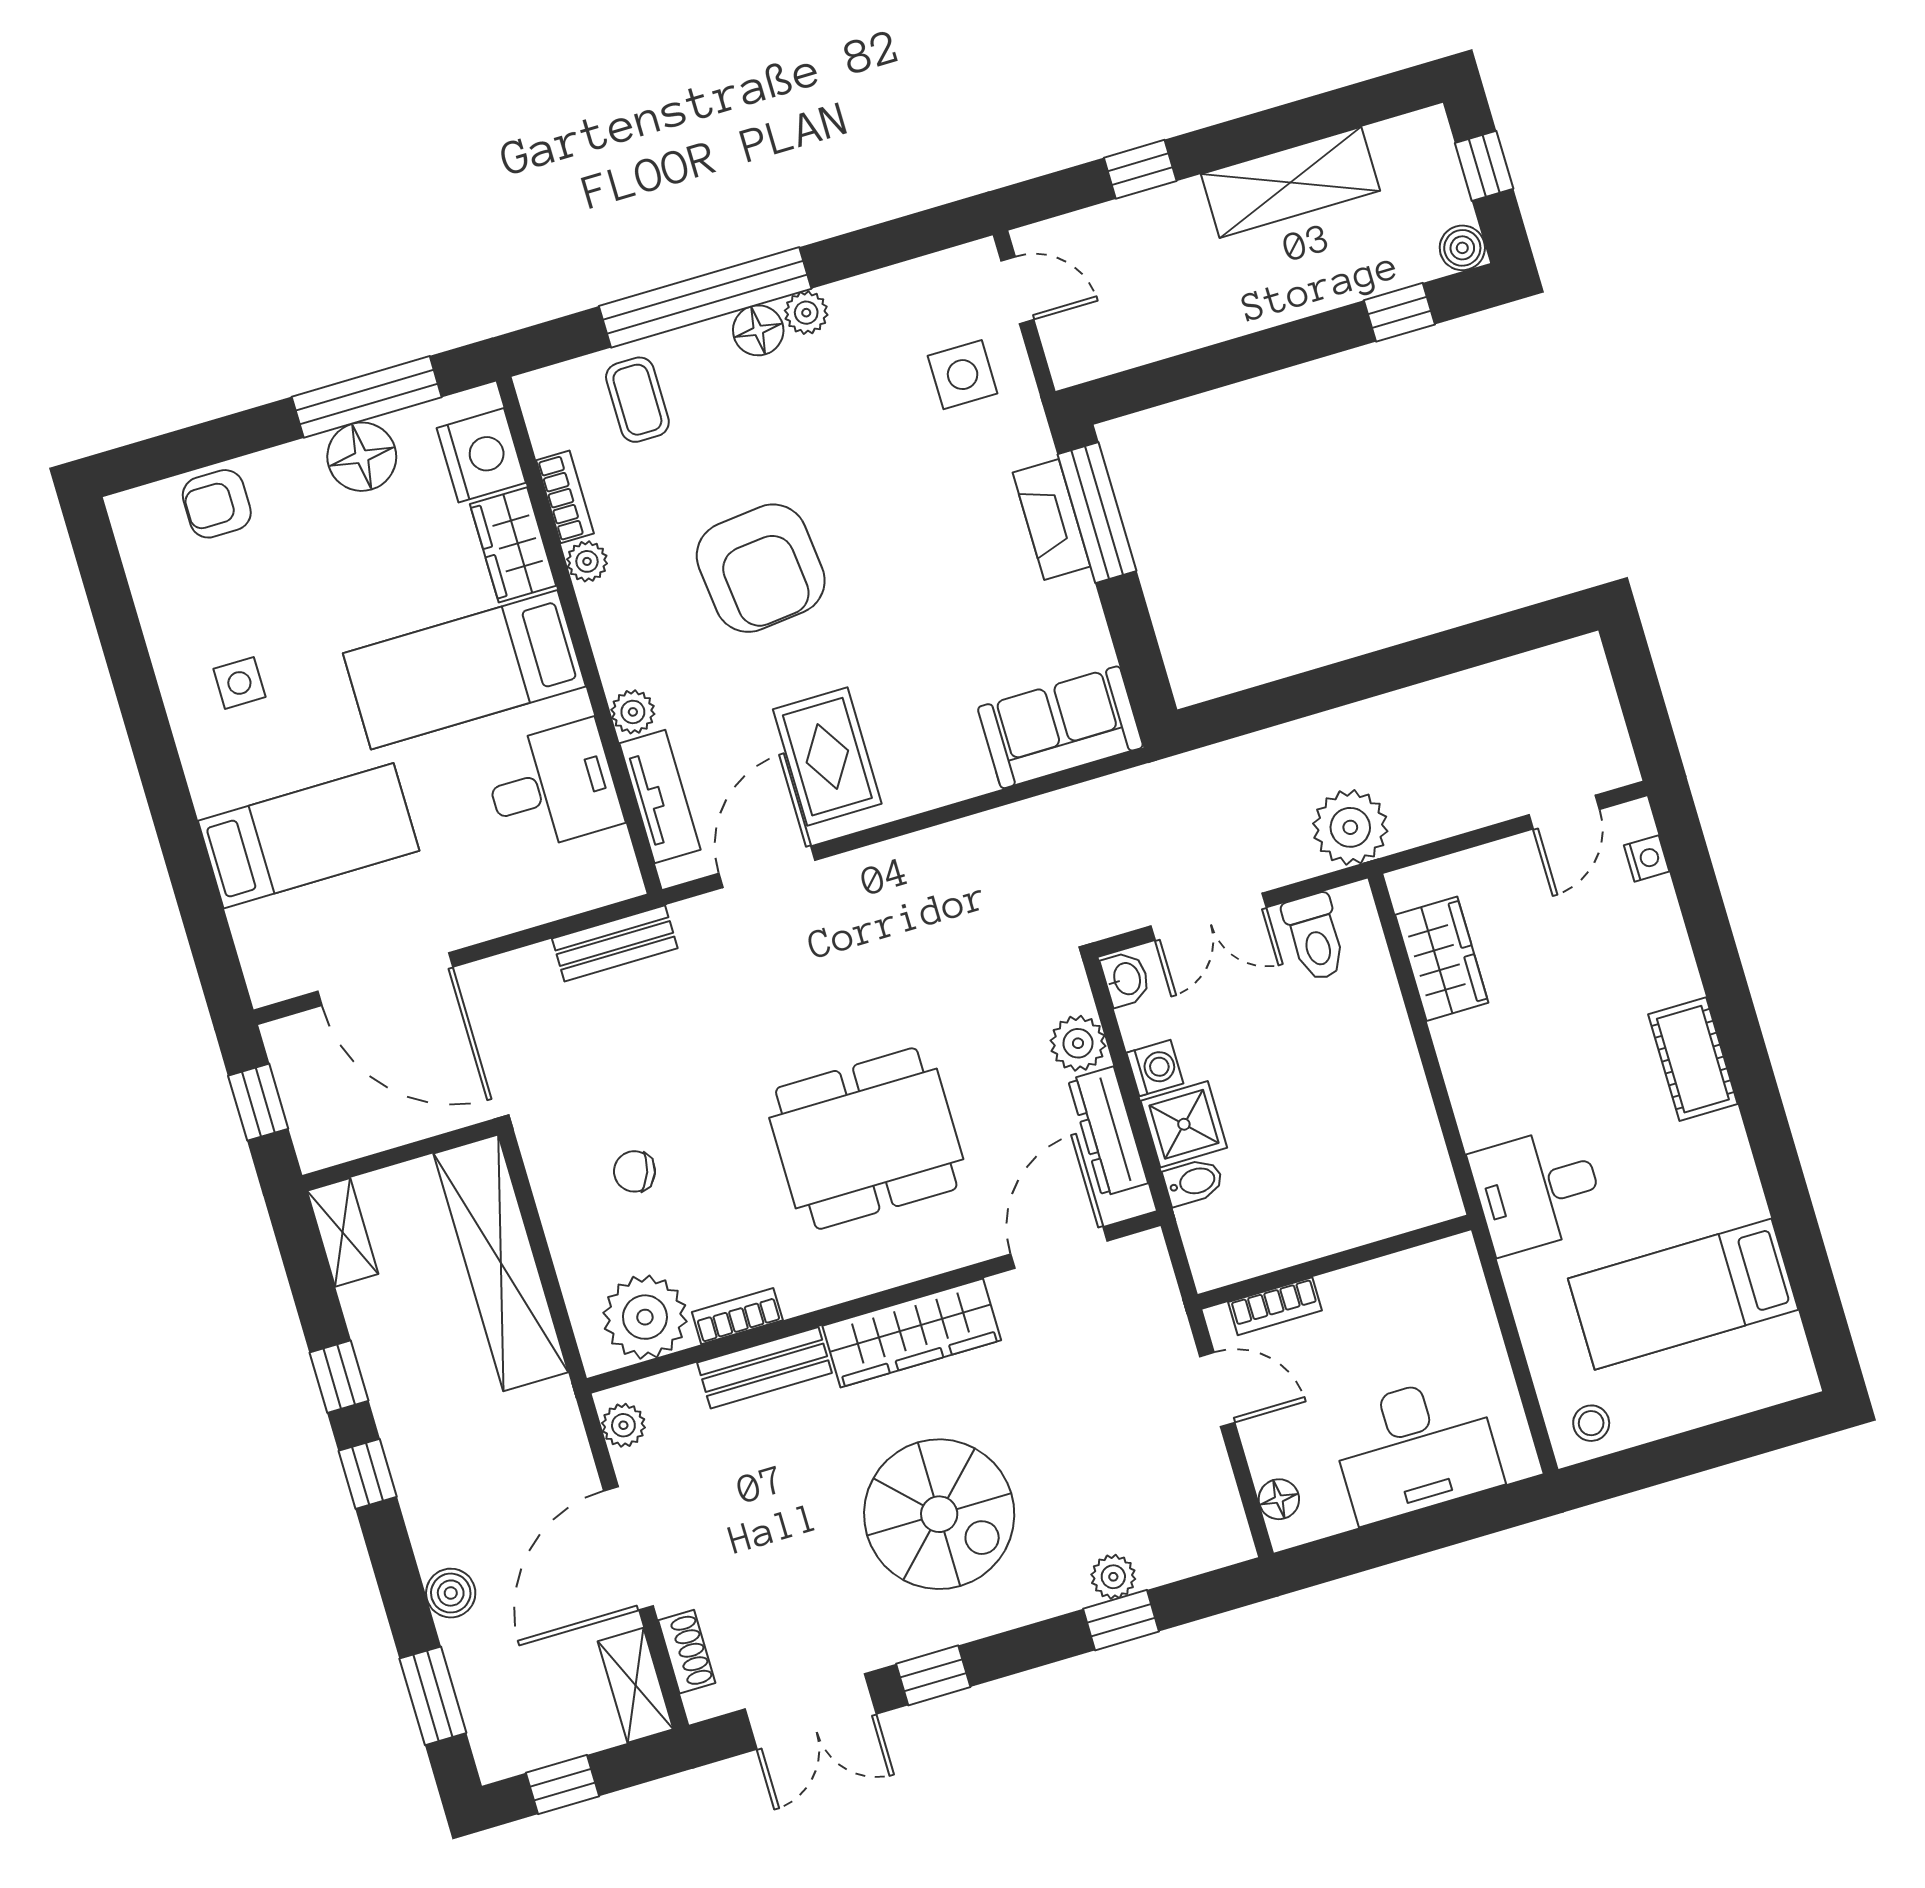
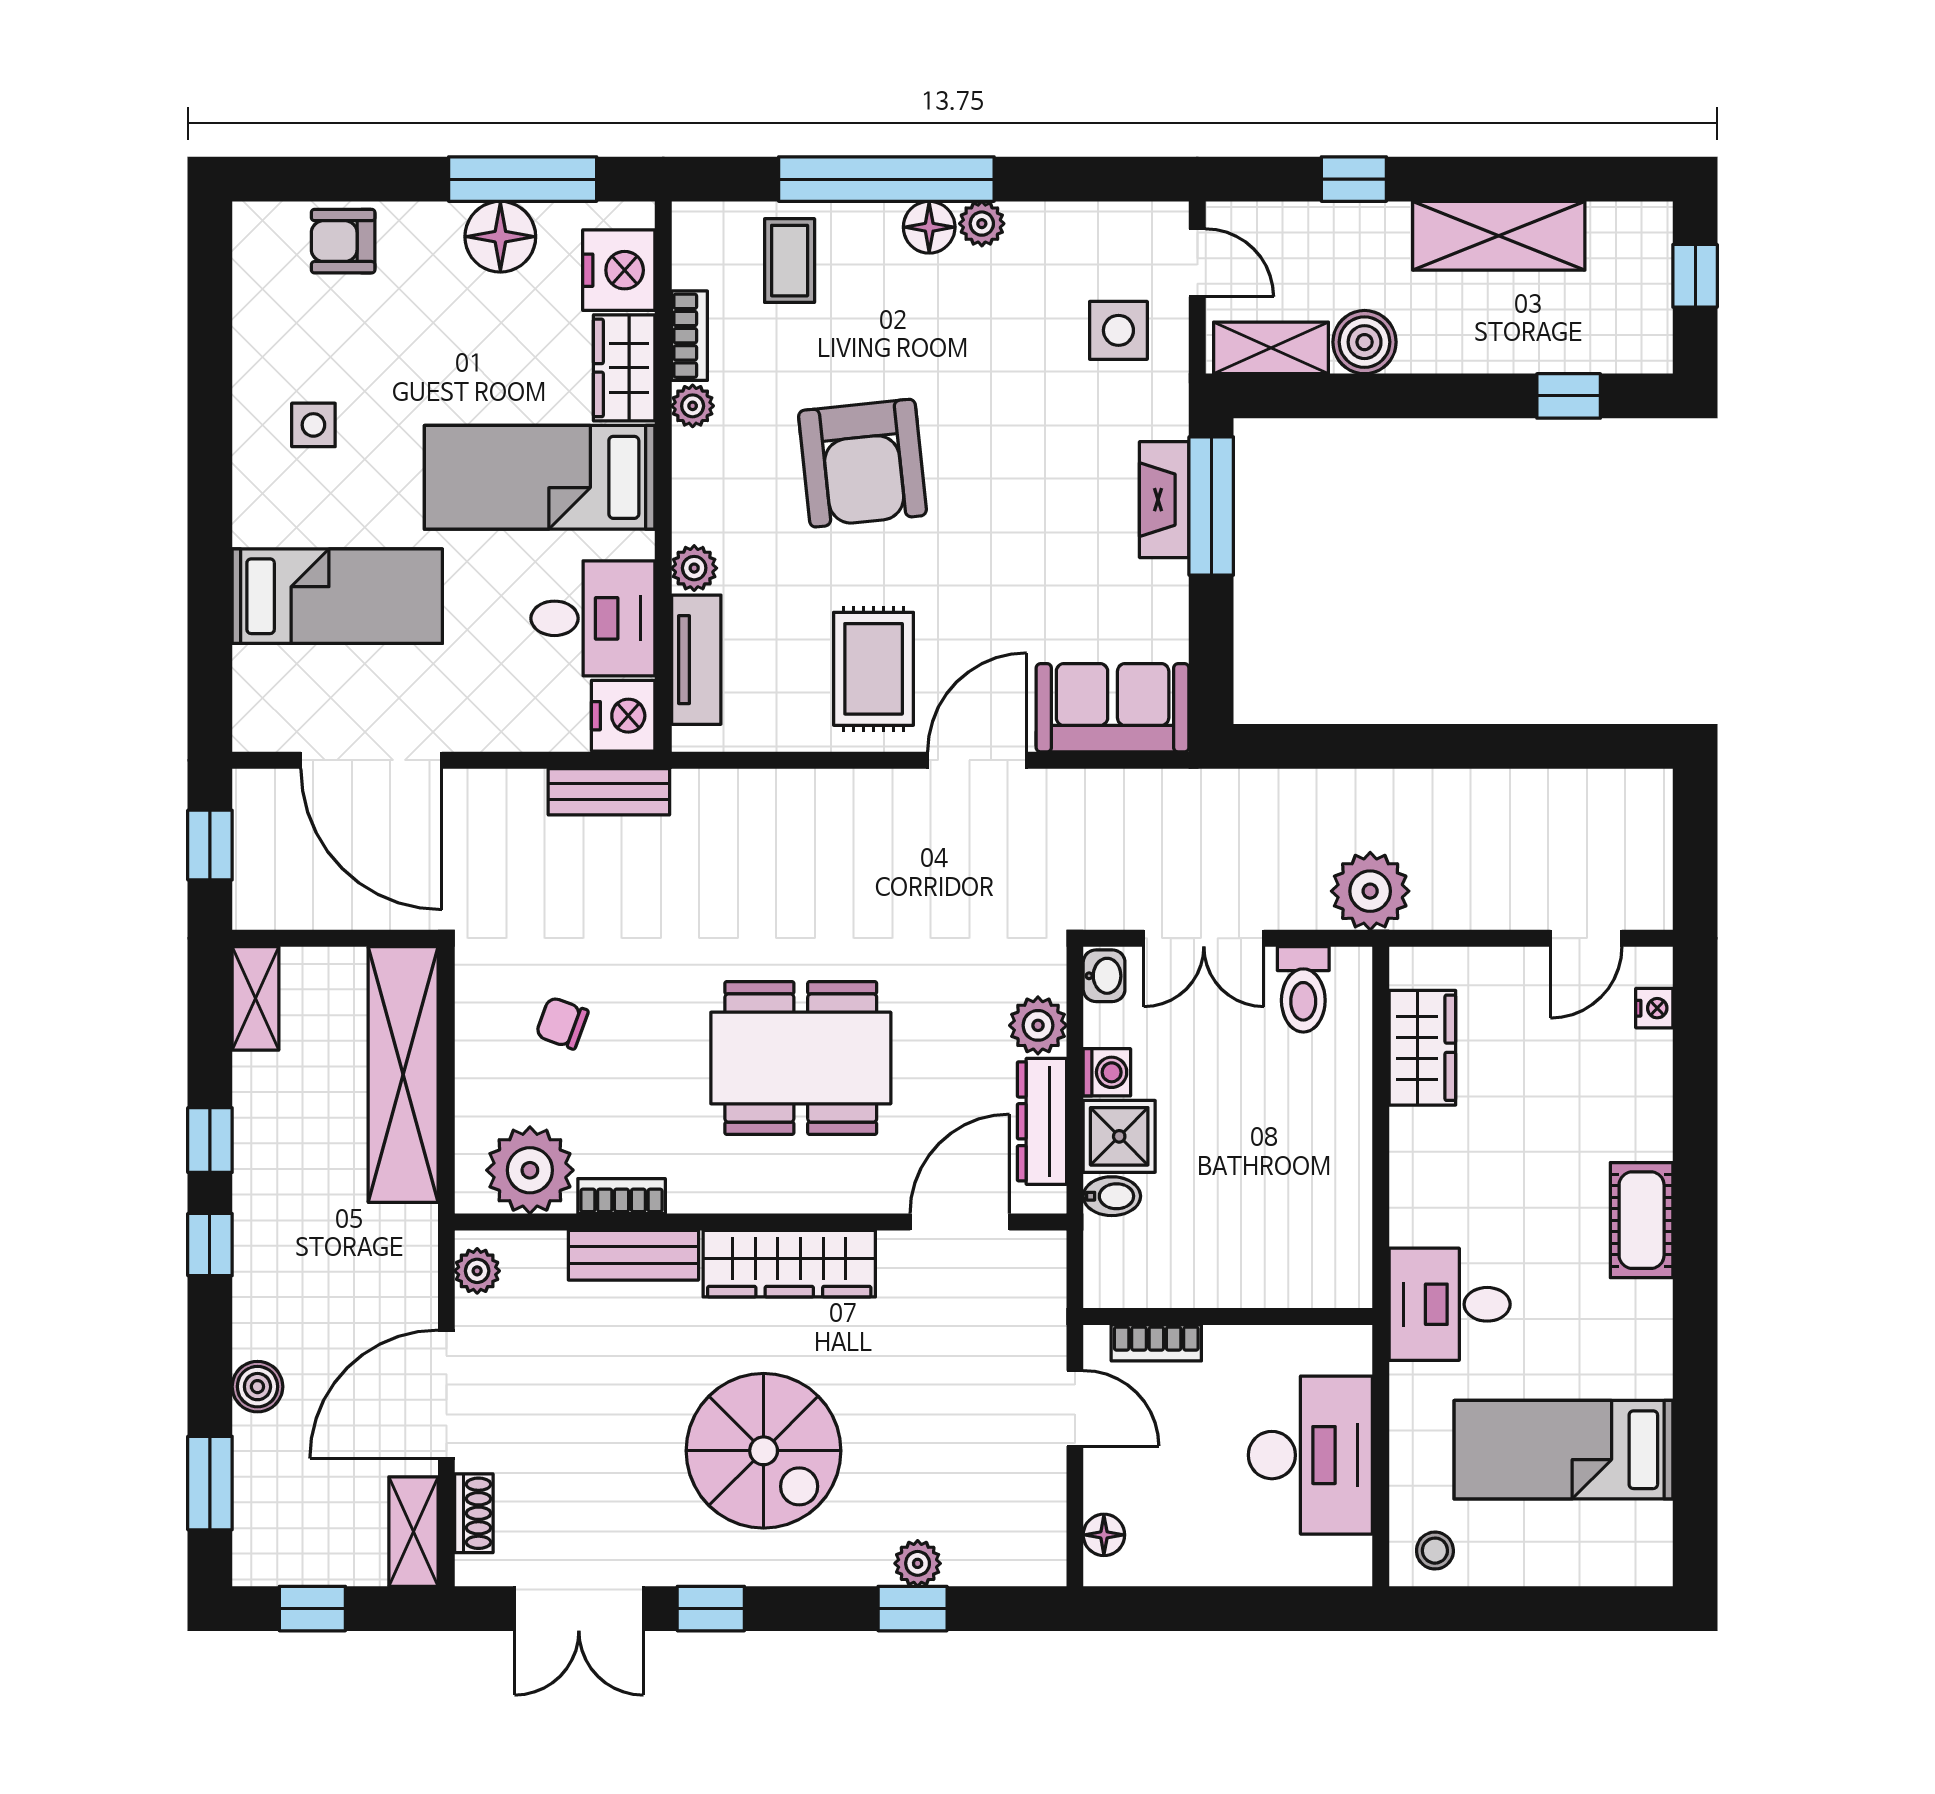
boiler: (1462, 248) -> (1365, 342), moved, width x1.36, depth x1.36
shelving: (1109, 349) -> (1271, 348), added
door: (767, 867) -> (977, 760), moved
nightstand: (607, 869) -> (623, 716), added
desk: (1416, 1448) -> (1310, 1455), moved, turned -90

